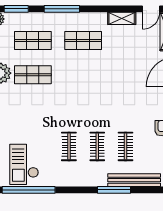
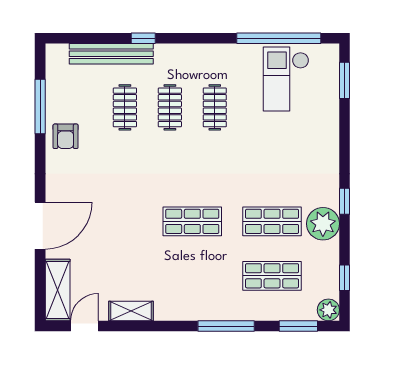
shop shelf: (83, 40) -> (192, 221), moved
checkout: (24, 164) -> (286, 79), turned 180
window: (114, 190) -> (143, 38), width x0.46

